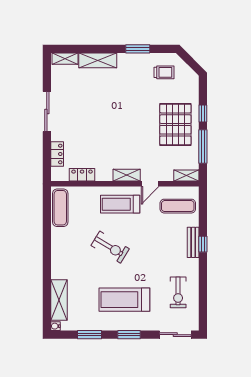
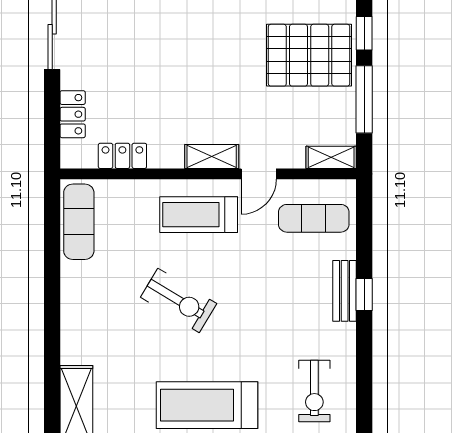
pallet: (175, 124) -> (309, 55), turned 90

